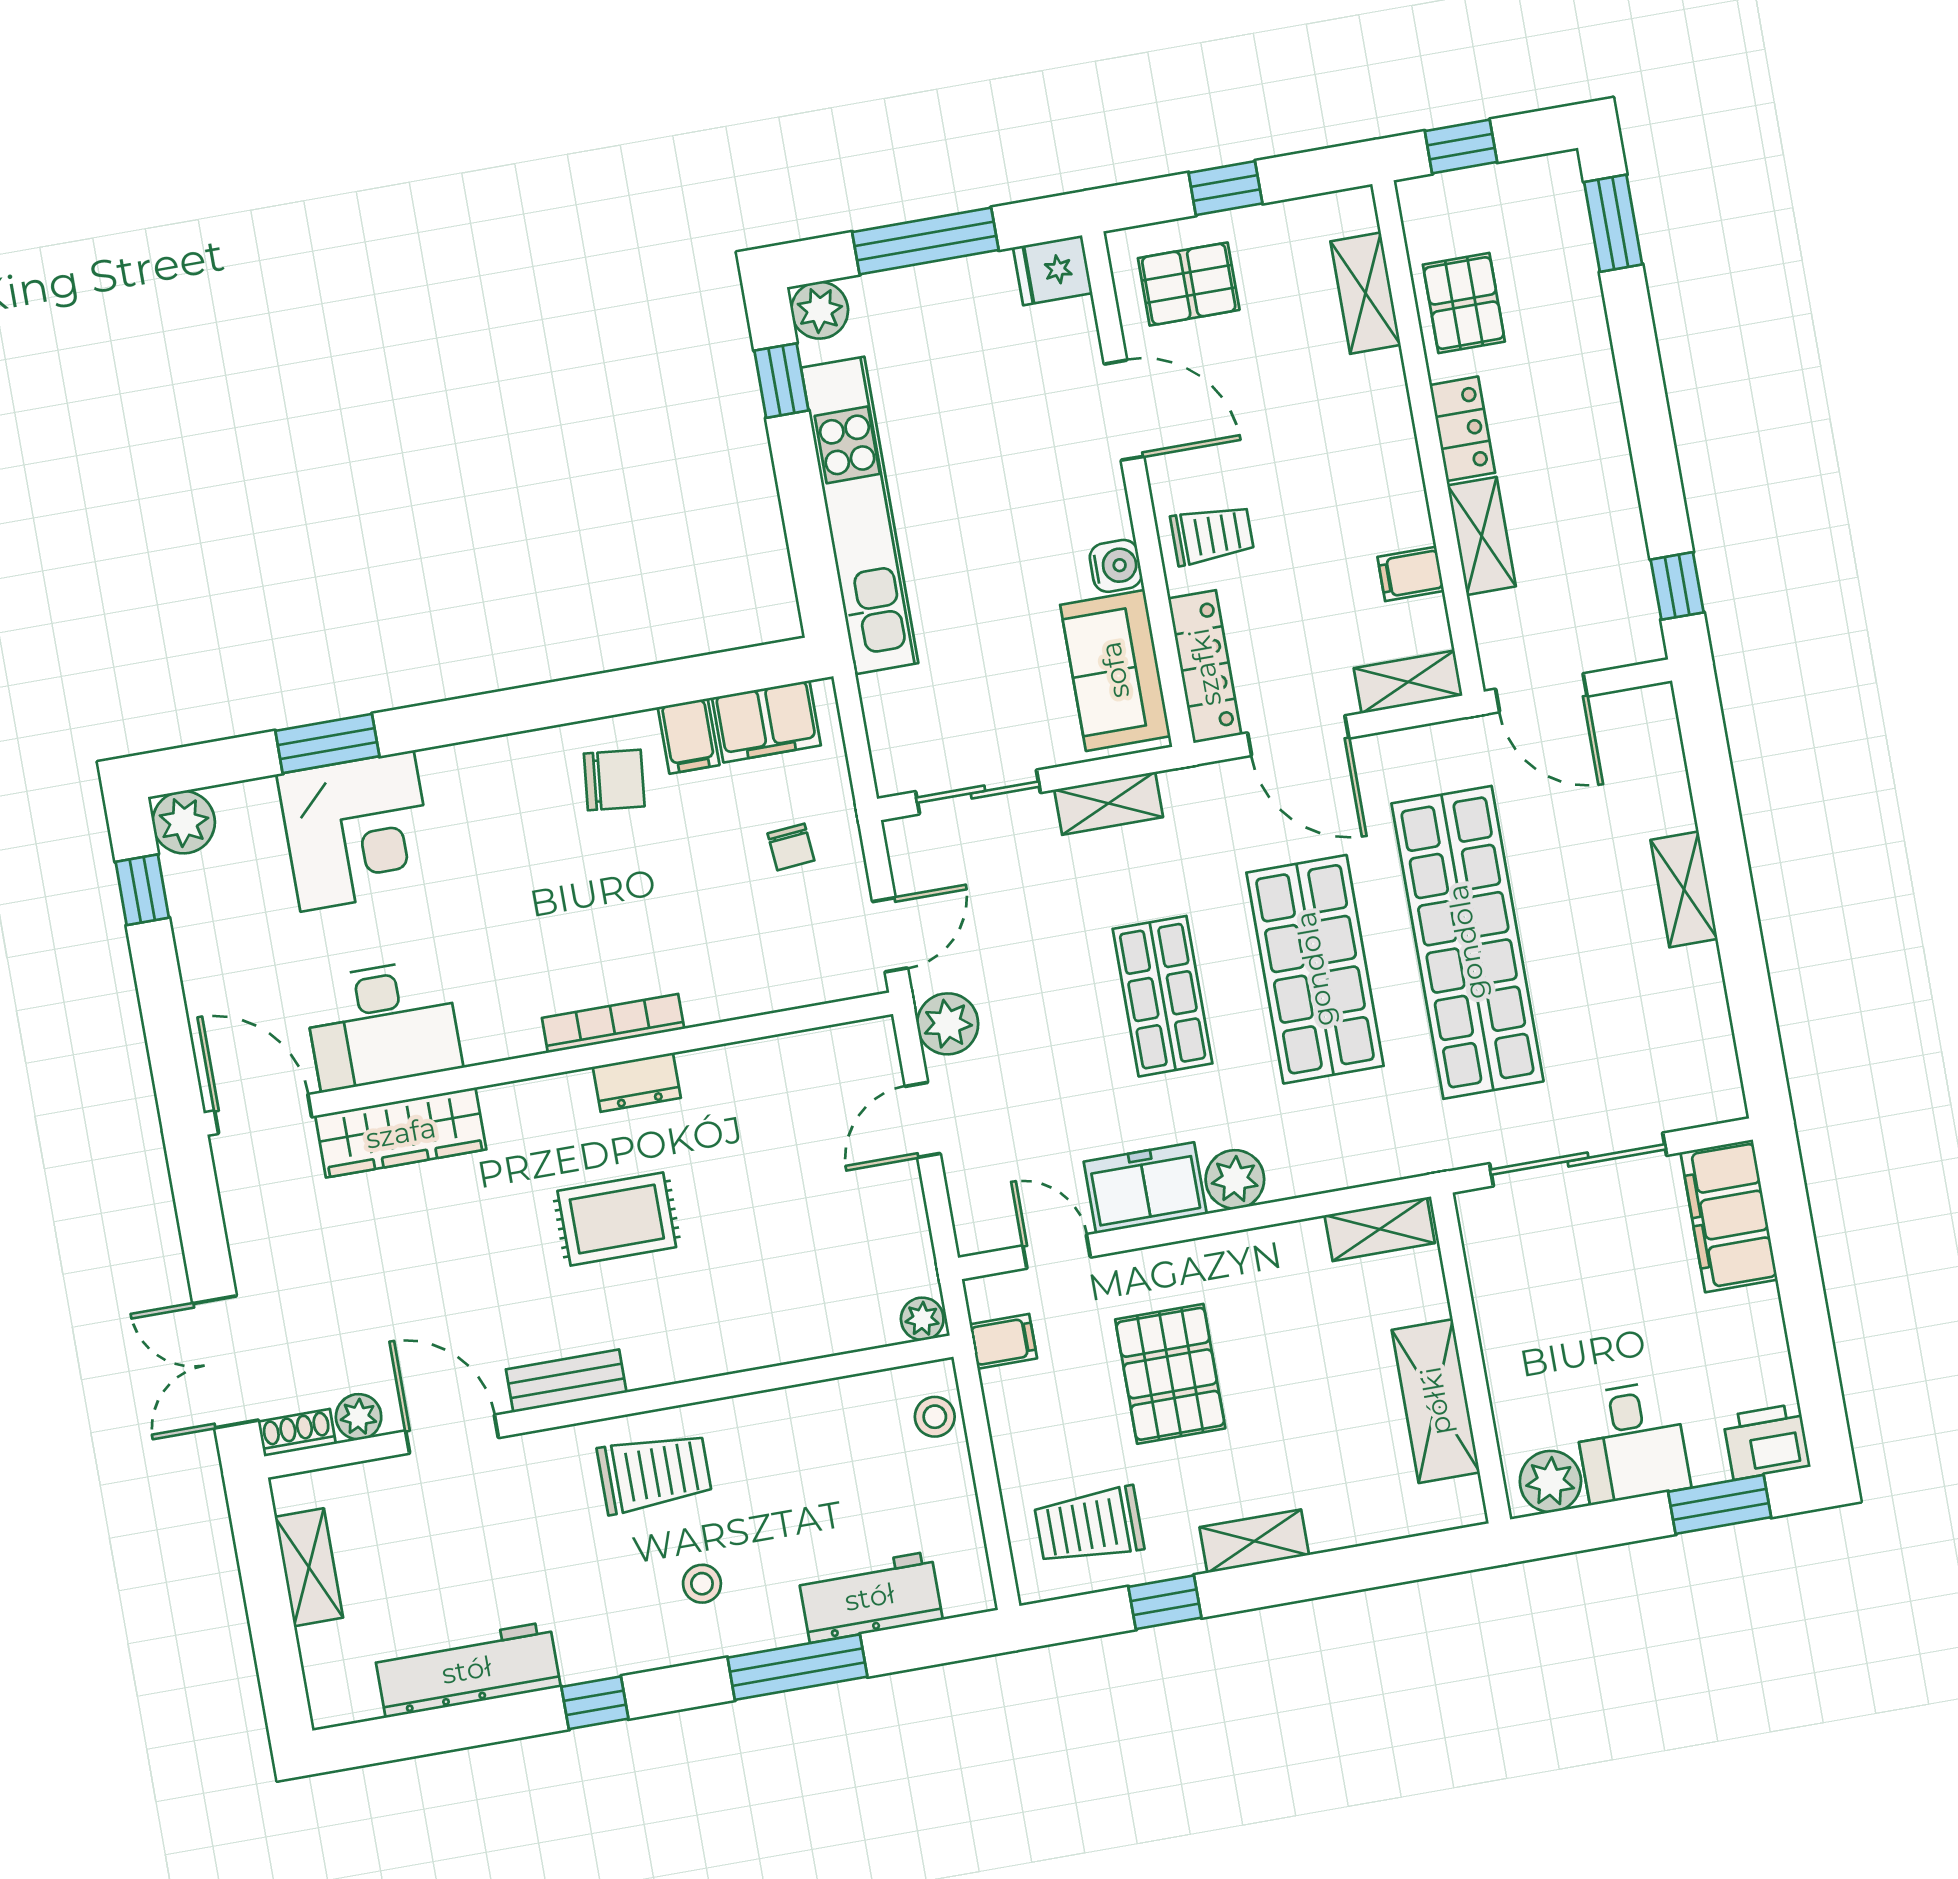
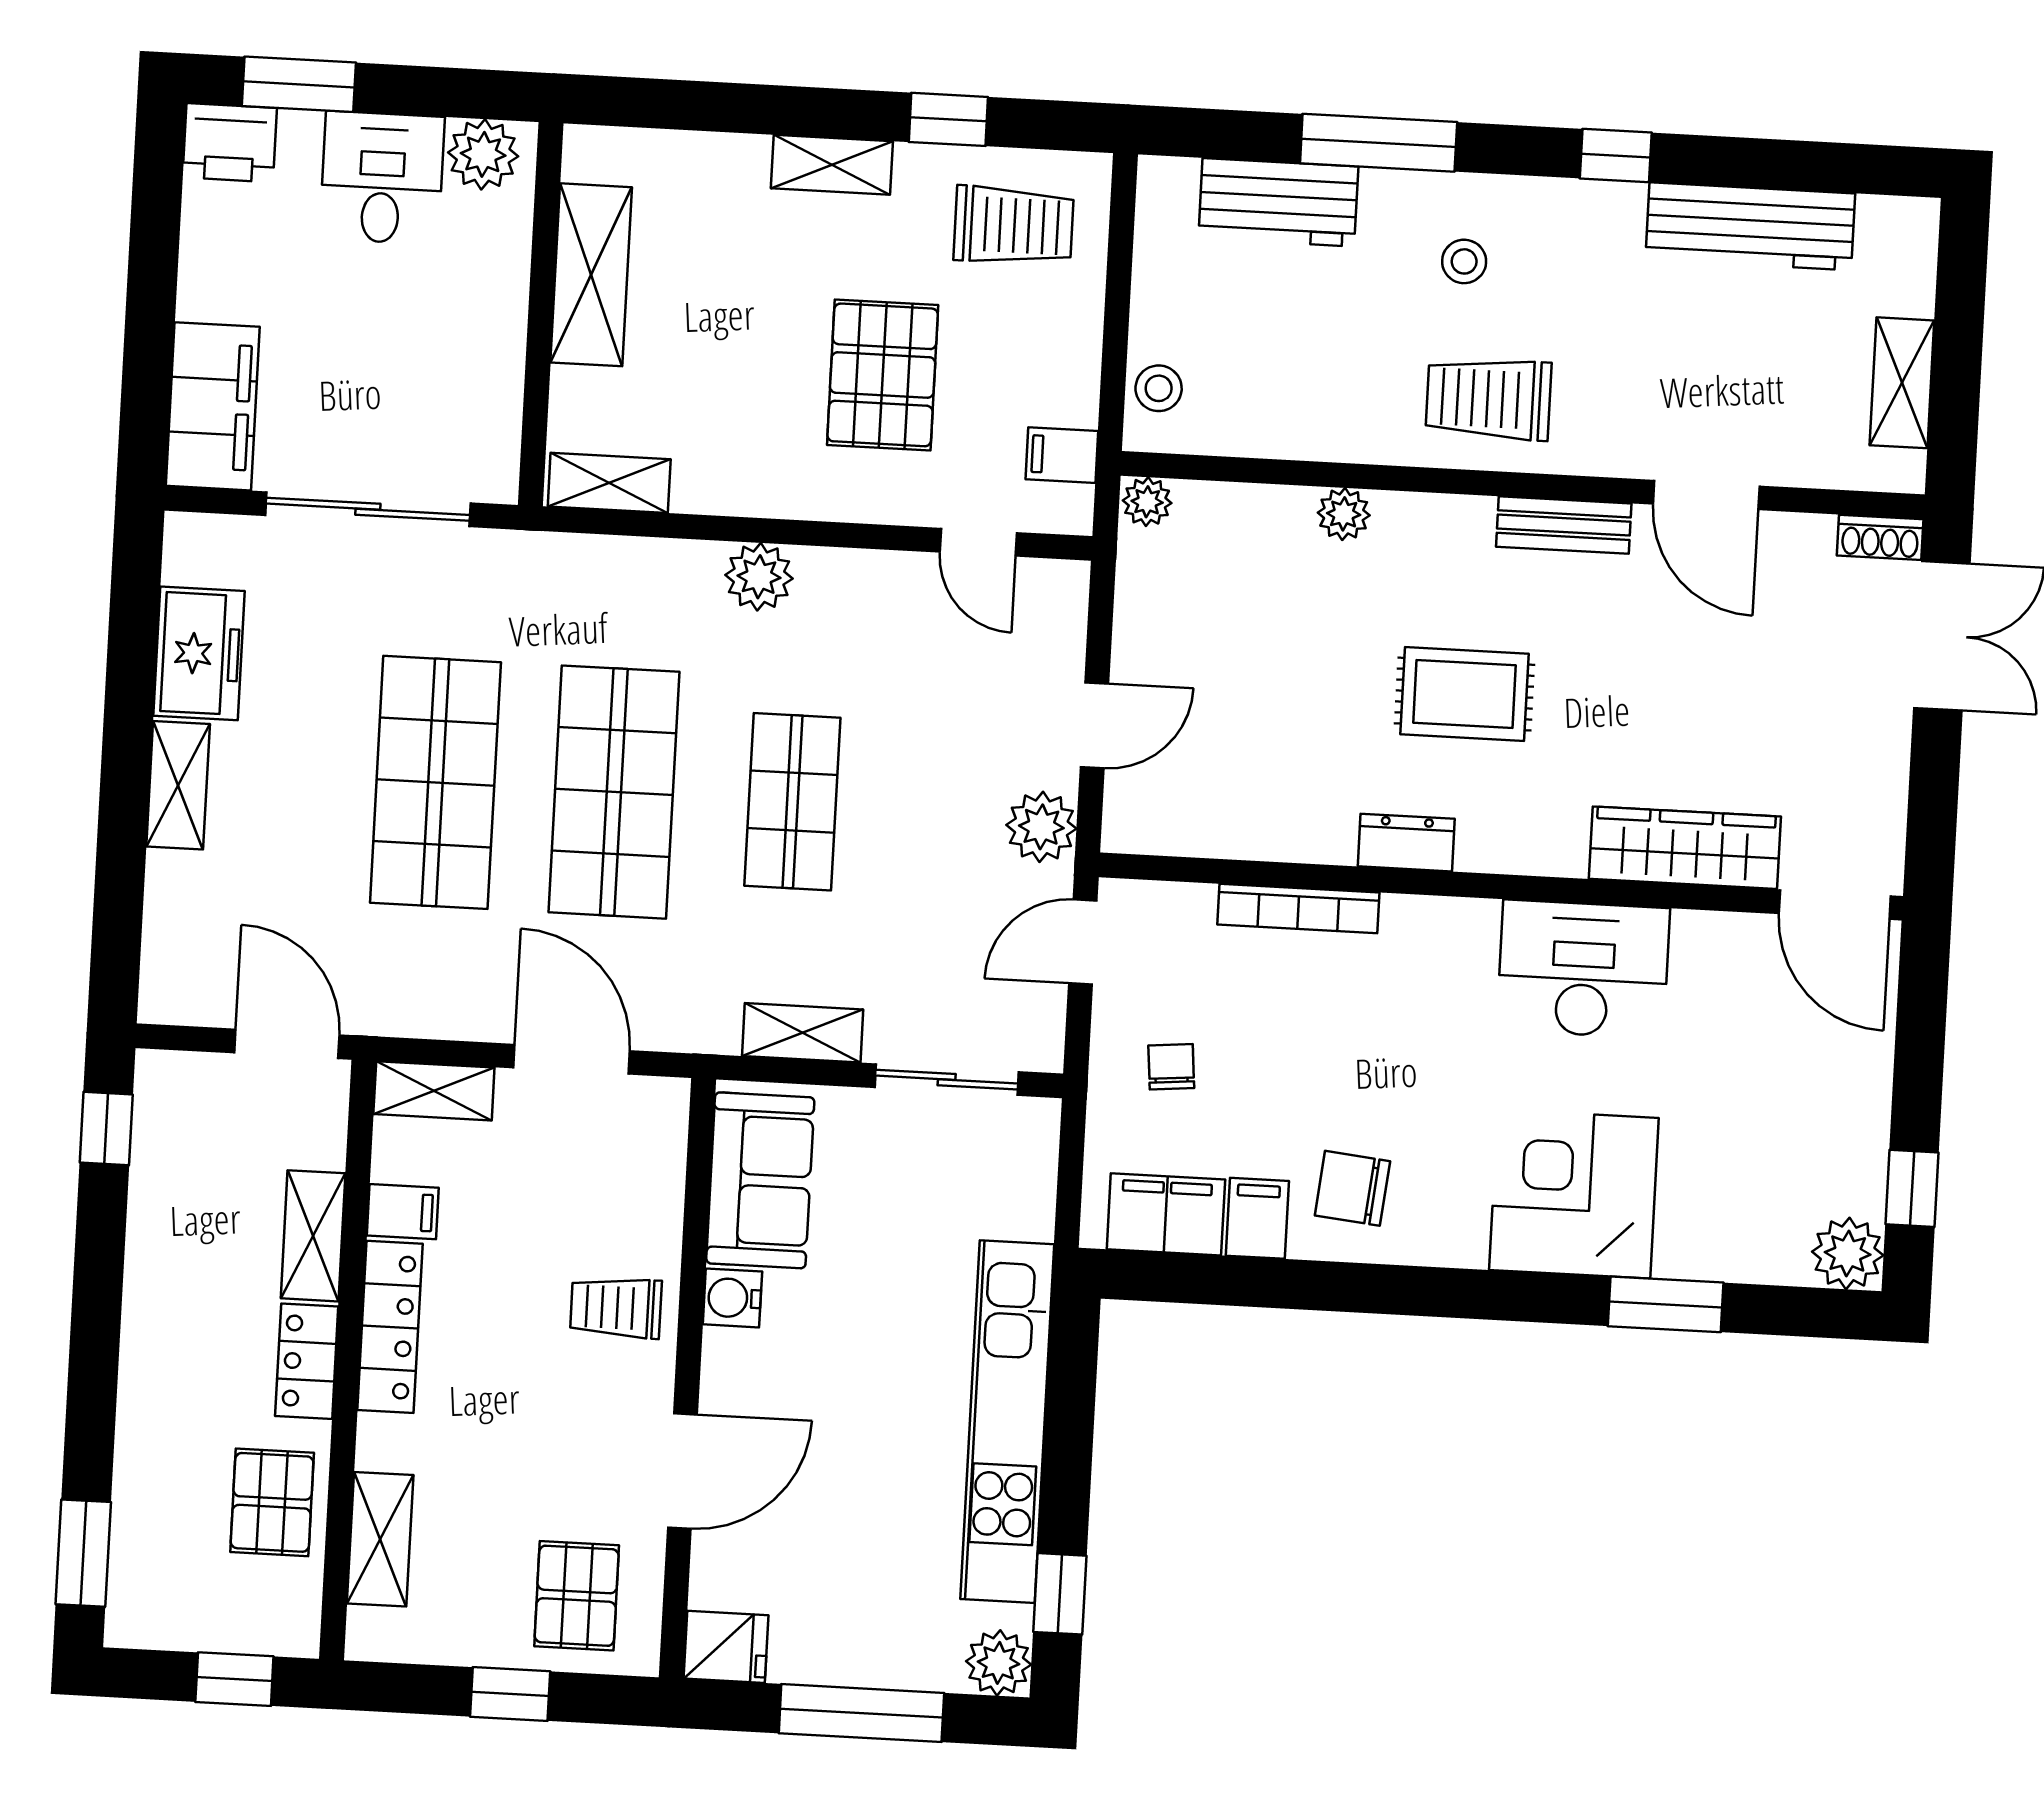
pallet: (1189, 284) -> (577, 1596), turned 90
door: (1124, 410) -> (682, 1471), swing flipped
locker: (1205, 667) -> (390, 1327), moved, turned 180
corner desk: (357, 831) -> (1574, 1194), moved
shop shelf: (1467, 942) -> (435, 782), width x0.71
bookcase: (613, 1023) -> (1298, 908), moved
desk: (383, 1024) -> (1583, 969), moved
freezer: (1145, 1188) -> (199, 653), moved, turned -90
plant: (359, 1417) -> (1344, 514), moved

